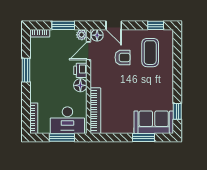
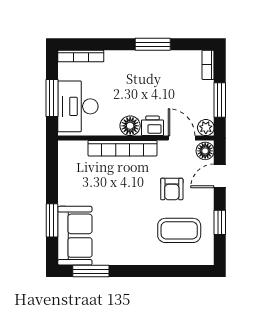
window: (156, 25) -> (220, 222), moved
bookcase: (95, 111) -> (122, 148), moved
window: (177, 111) -> (91, 271), width x1.50

